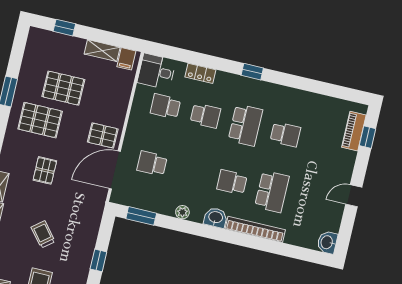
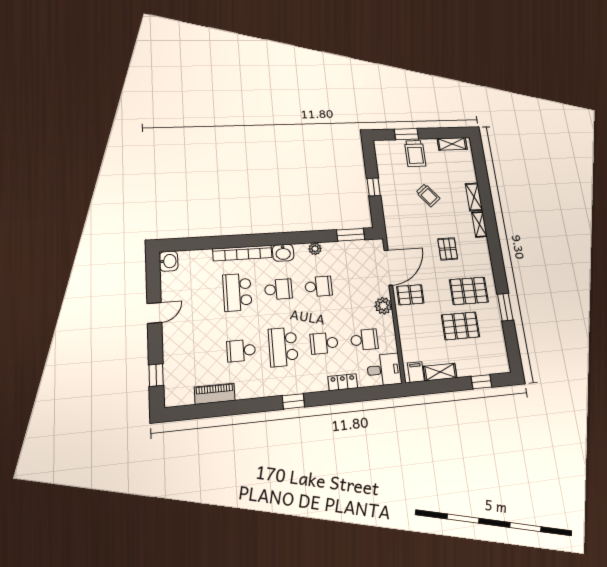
piano: (354, 131) -> (215, 394), moved, turned -90
plant: (134, 133) -> (383, 306), added
school desk: (152, 163) -> (318, 286), moved

